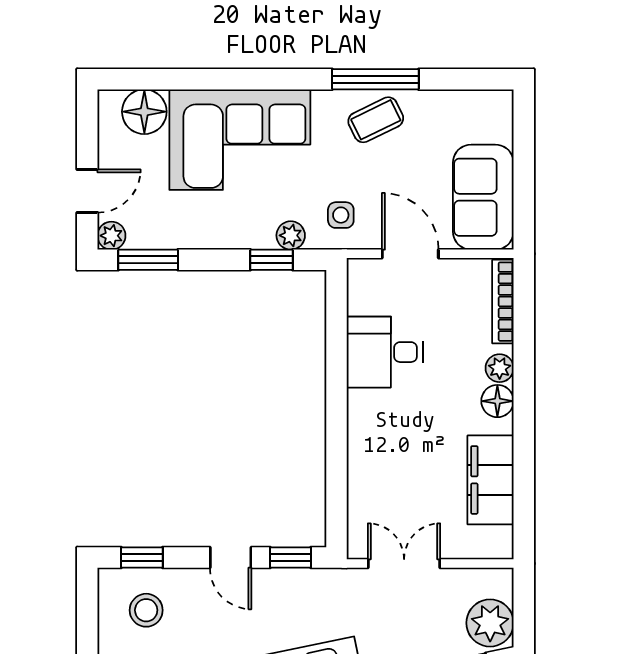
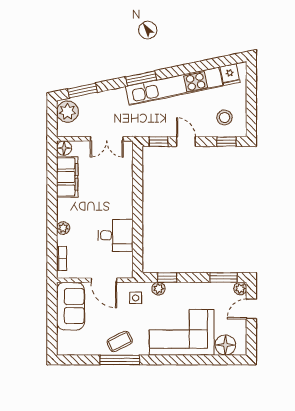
bookcase: (503, 302) -> (62, 258), width x0.64
floor lamp: (497, 401) -> (64, 148), moved

